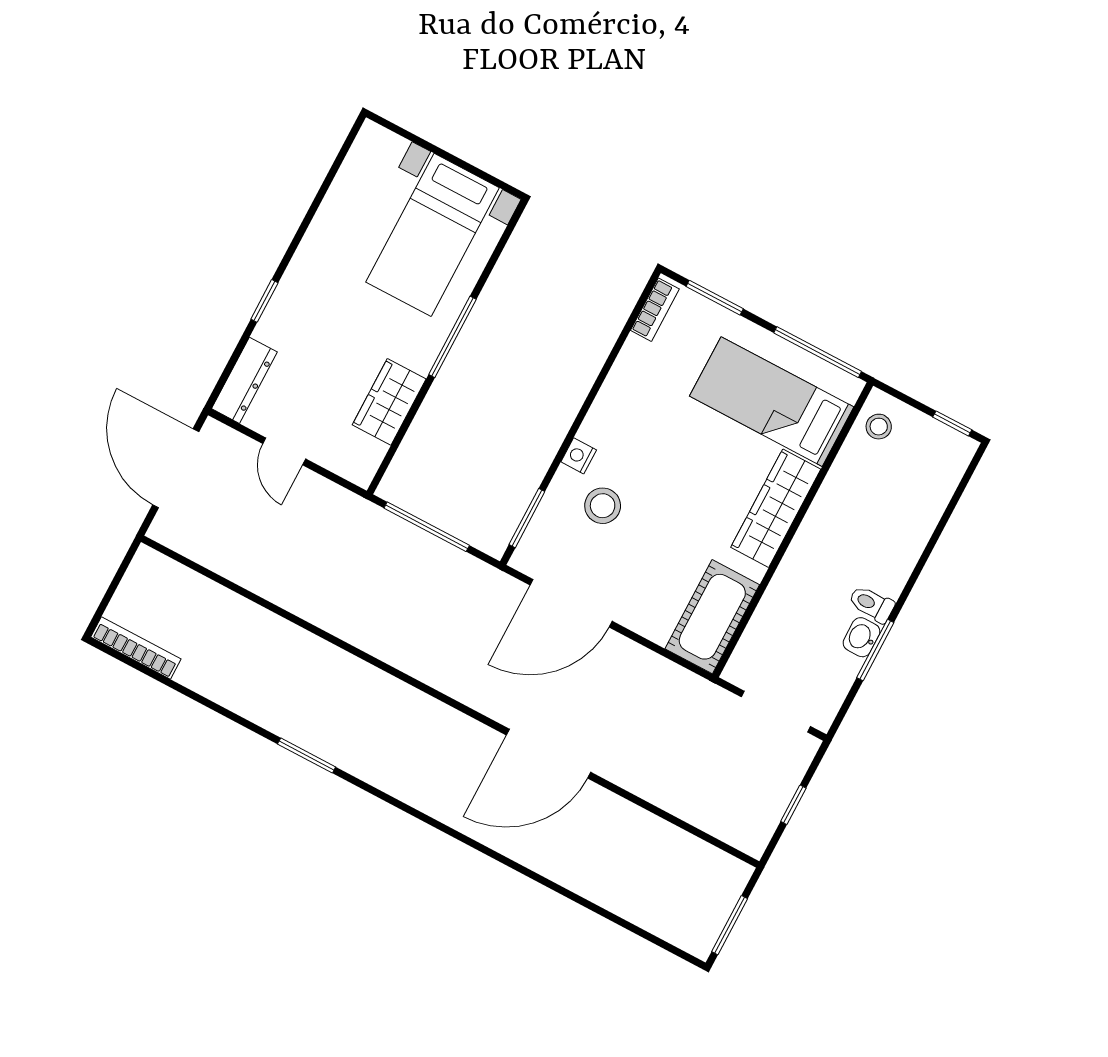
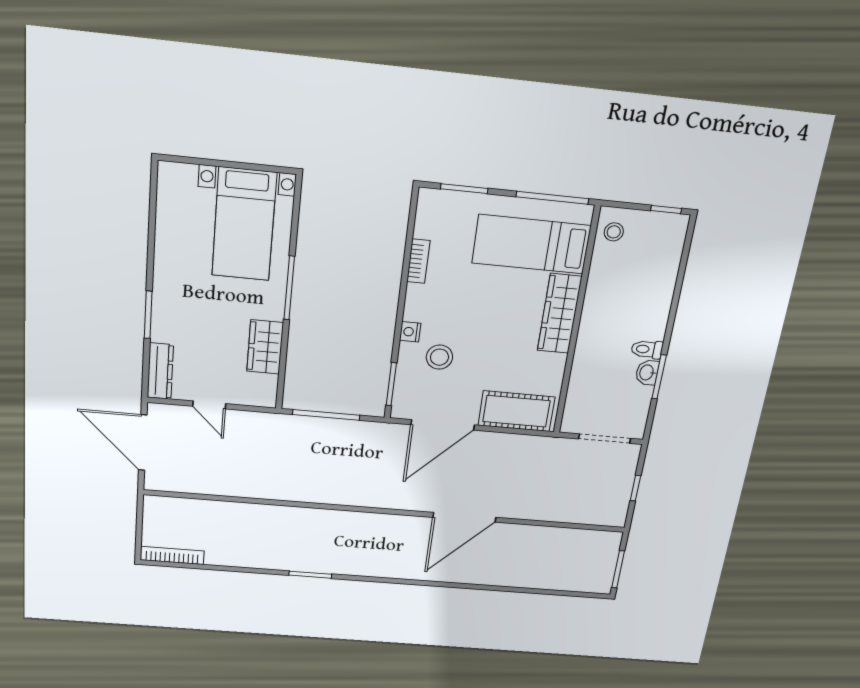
window: (264, 301) -> (148, 315), width x1.50
bookcase: (655, 310) -> (418, 261), moved
cot: (712, 617) -> (516, 411), moved, turned 90

